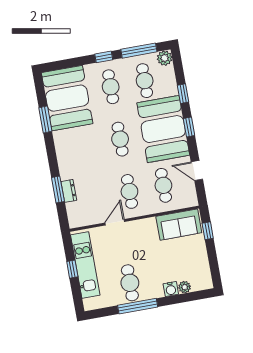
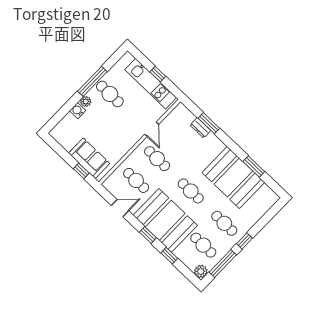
booth: (67, 98) -> (233, 177), moved
sofa: (179, 225) -> (89, 158), moved, turned 90
plant: (185, 287) -> (86, 101), moved

